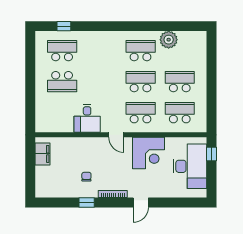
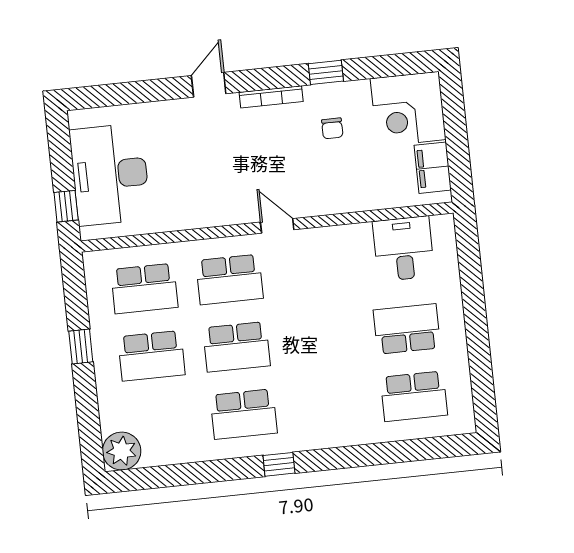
window: (64, 26) -> (279, 464), moved
plant: (169, 40) -> (122, 451), moved
window: (212, 89) -> (81, 347), added
desk: (87, 118) -> (404, 249), moved
corner desk: (148, 153) -> (408, 109), moved, turned -90

